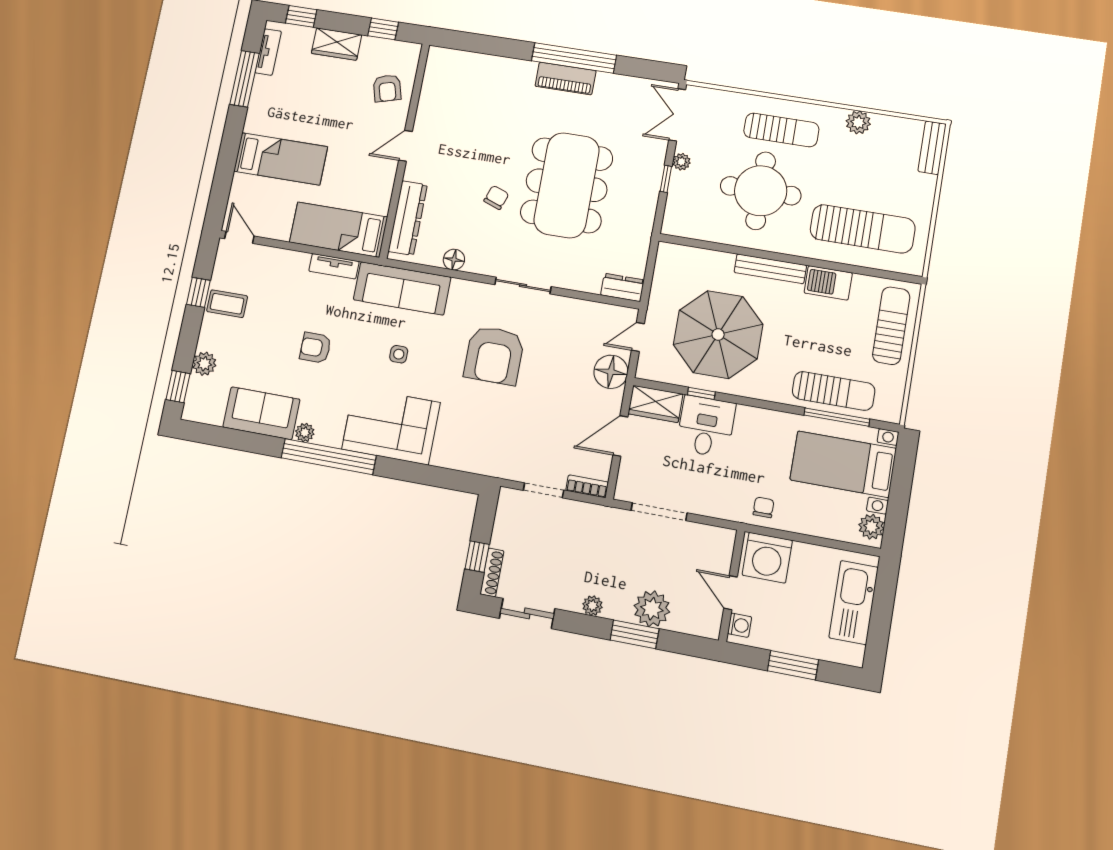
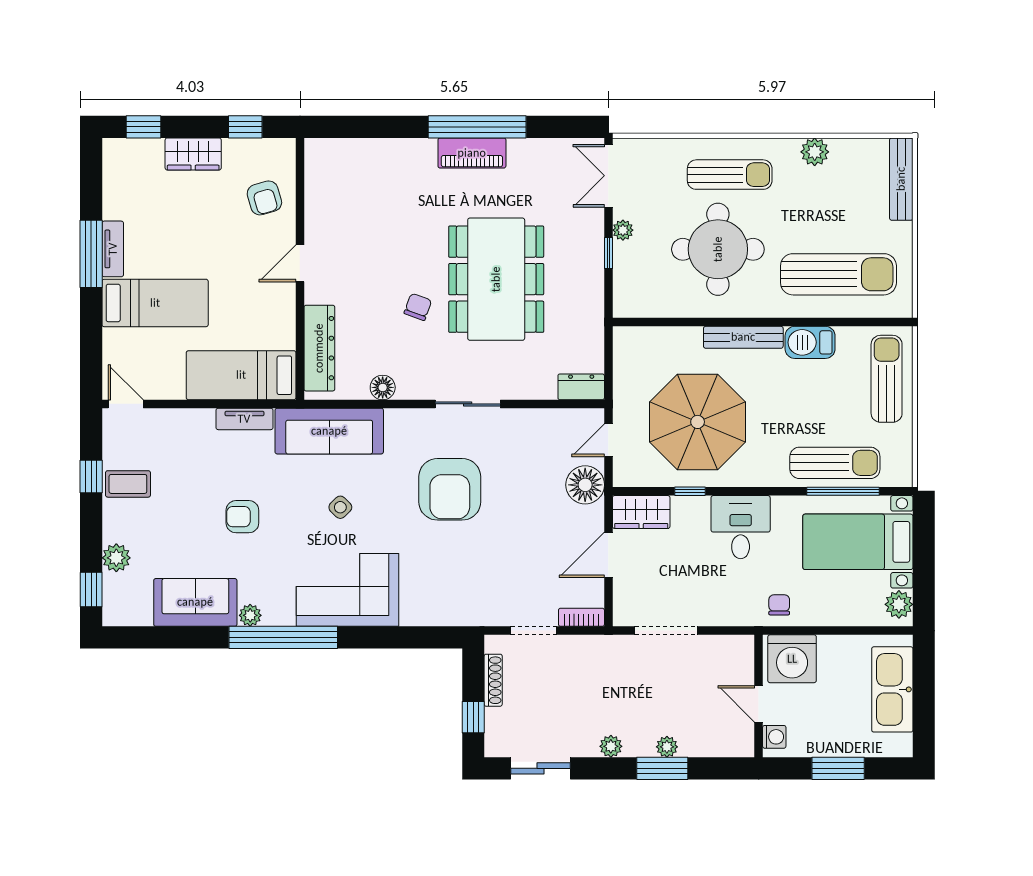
tv unit: (268, 52) -> (113, 249), moved
window: (245, 79) -> (91, 254), moved
bench: (932, 148) -> (901, 179), width x1.36
side table: (399, 354) -> (340, 507), turned 45
desk: (706, 426) -> (741, 527), moved
shoe rack: (492, 572) -> (493, 680), moved
plant: (652, 609) -> (667, 747), width x0.53, depth x0.53

